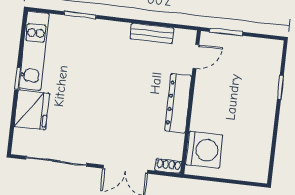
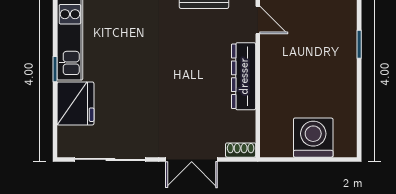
door: (196, 57) -> (258, 20), hinge flipped
washing machine: (204, 150) -> (313, 138), moved, turned -90

